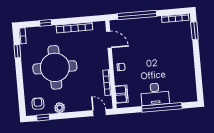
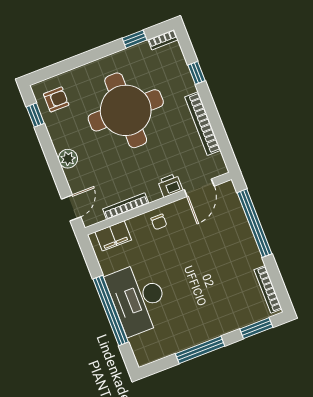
printer: (103, 55) -> (170, 185), added
window: (197, 65) -> (200, 350), added
desk: (155, 94) -> (138, 299), width x1.36, depth x1.30
plant: (60, 108) -> (68, 159), moved

